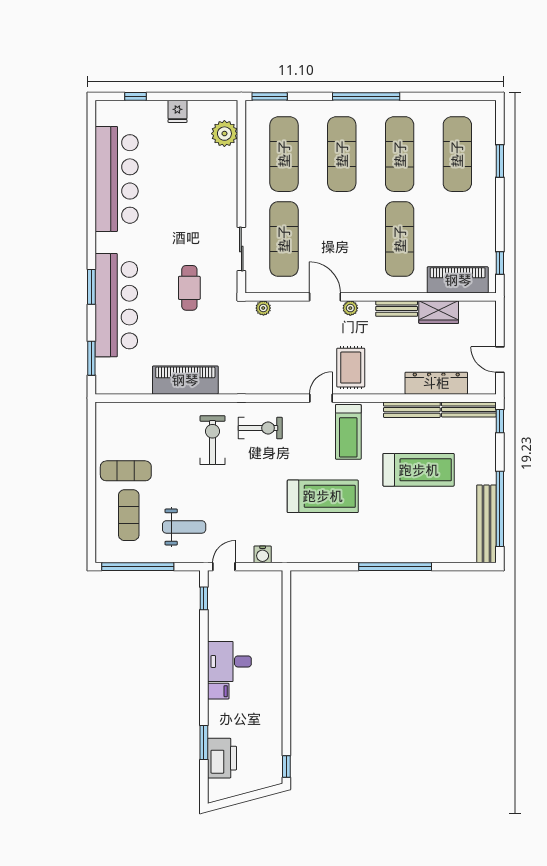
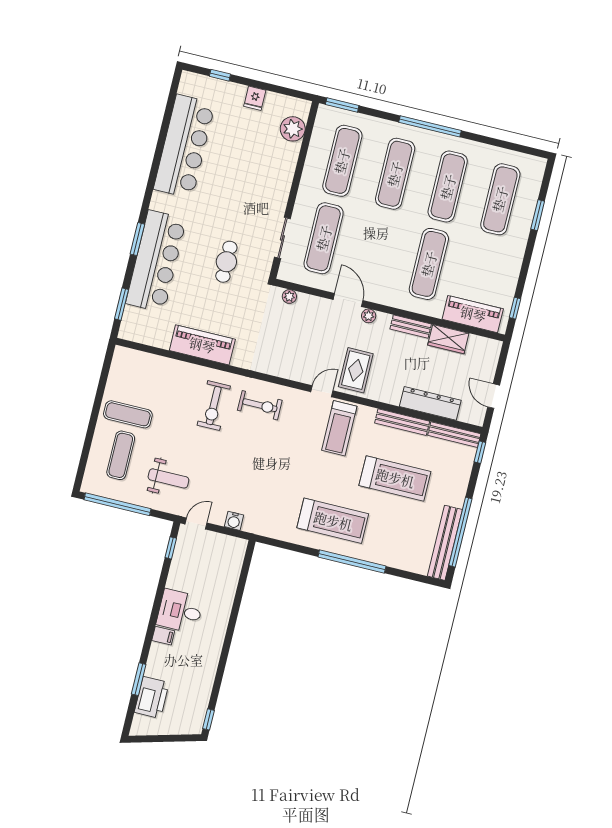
exercise bike: (213, 440) -> (214, 406), turned 180
treadmill: (323, 496) -> (333, 521), moved

